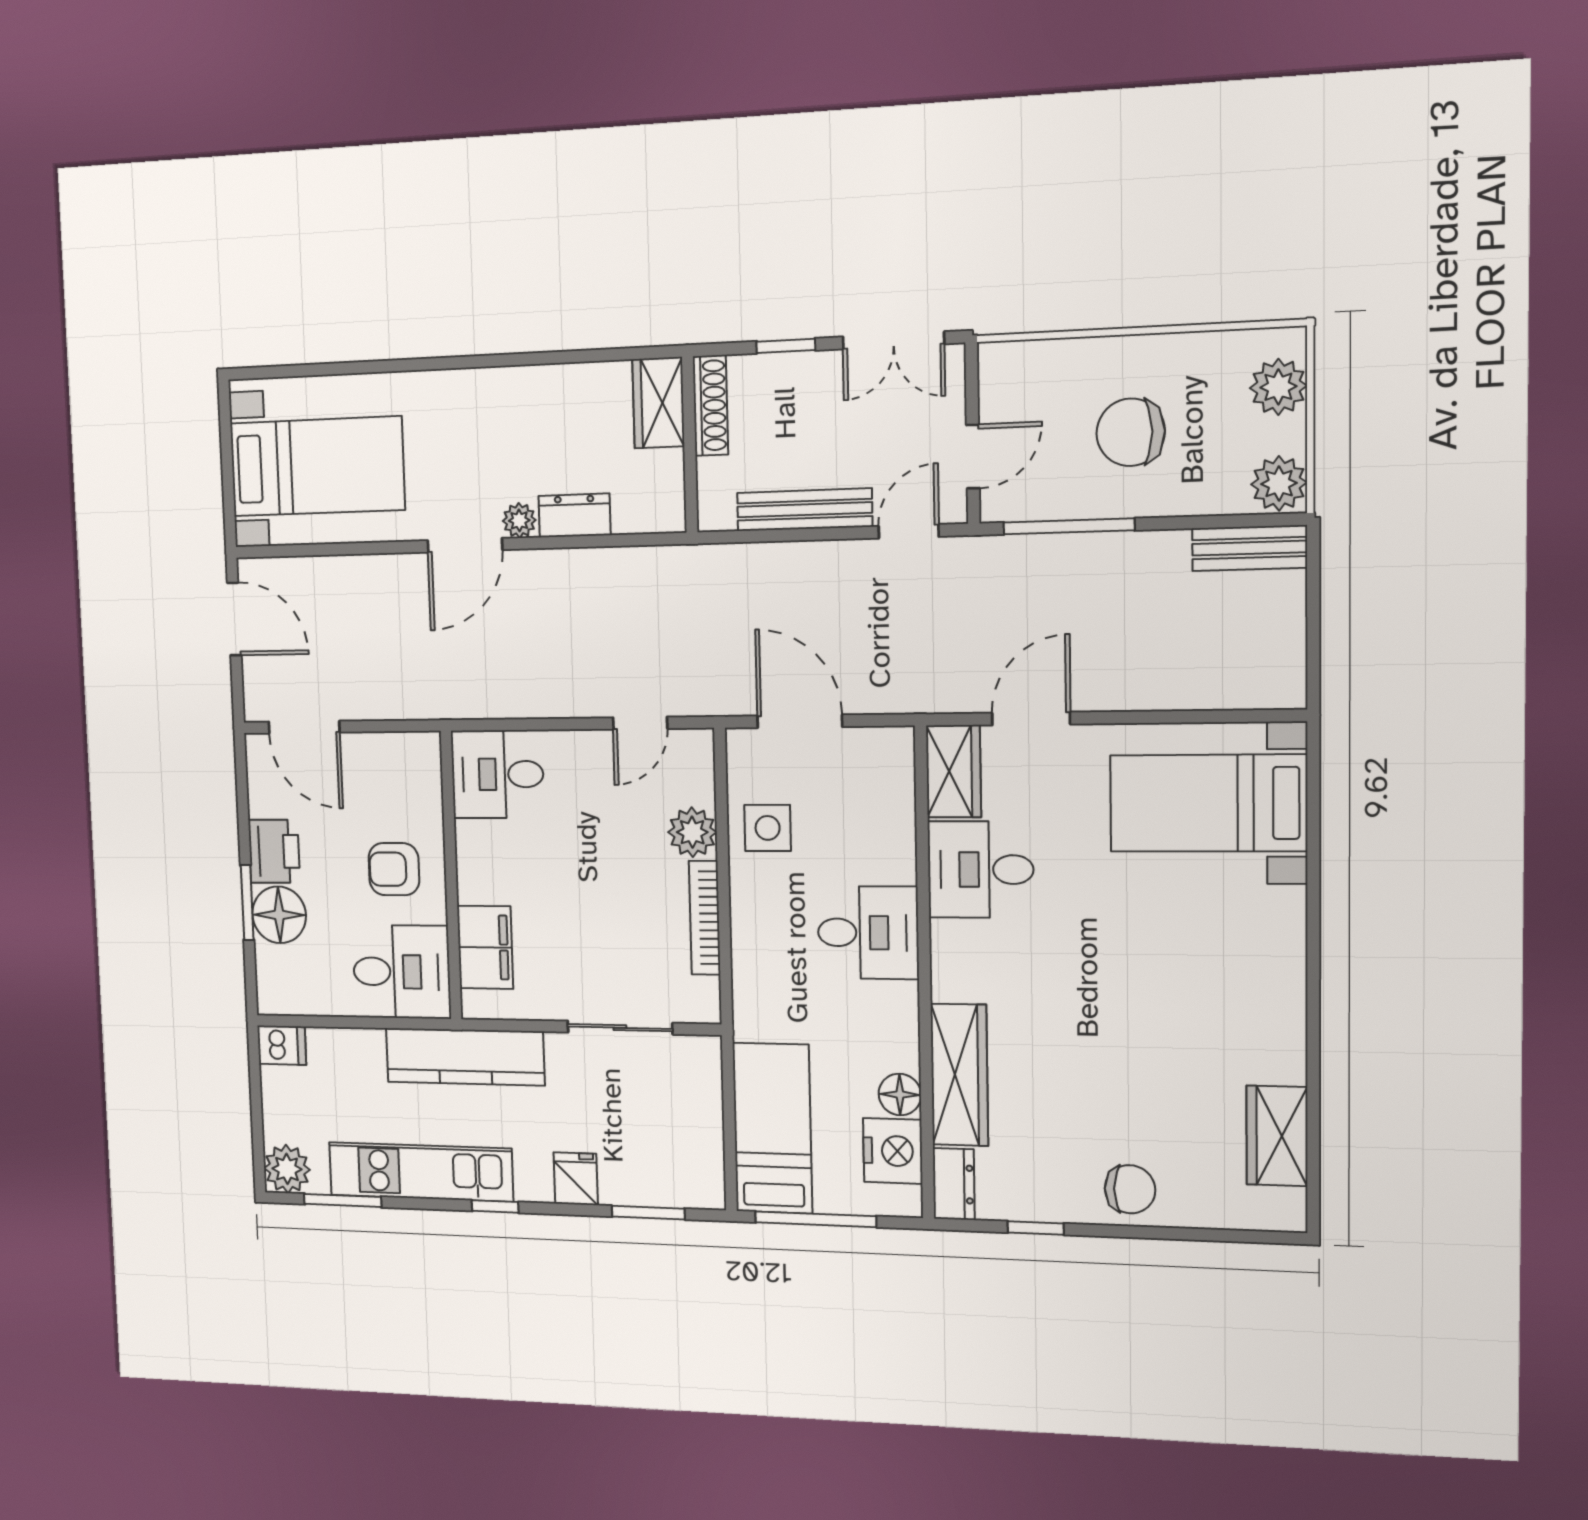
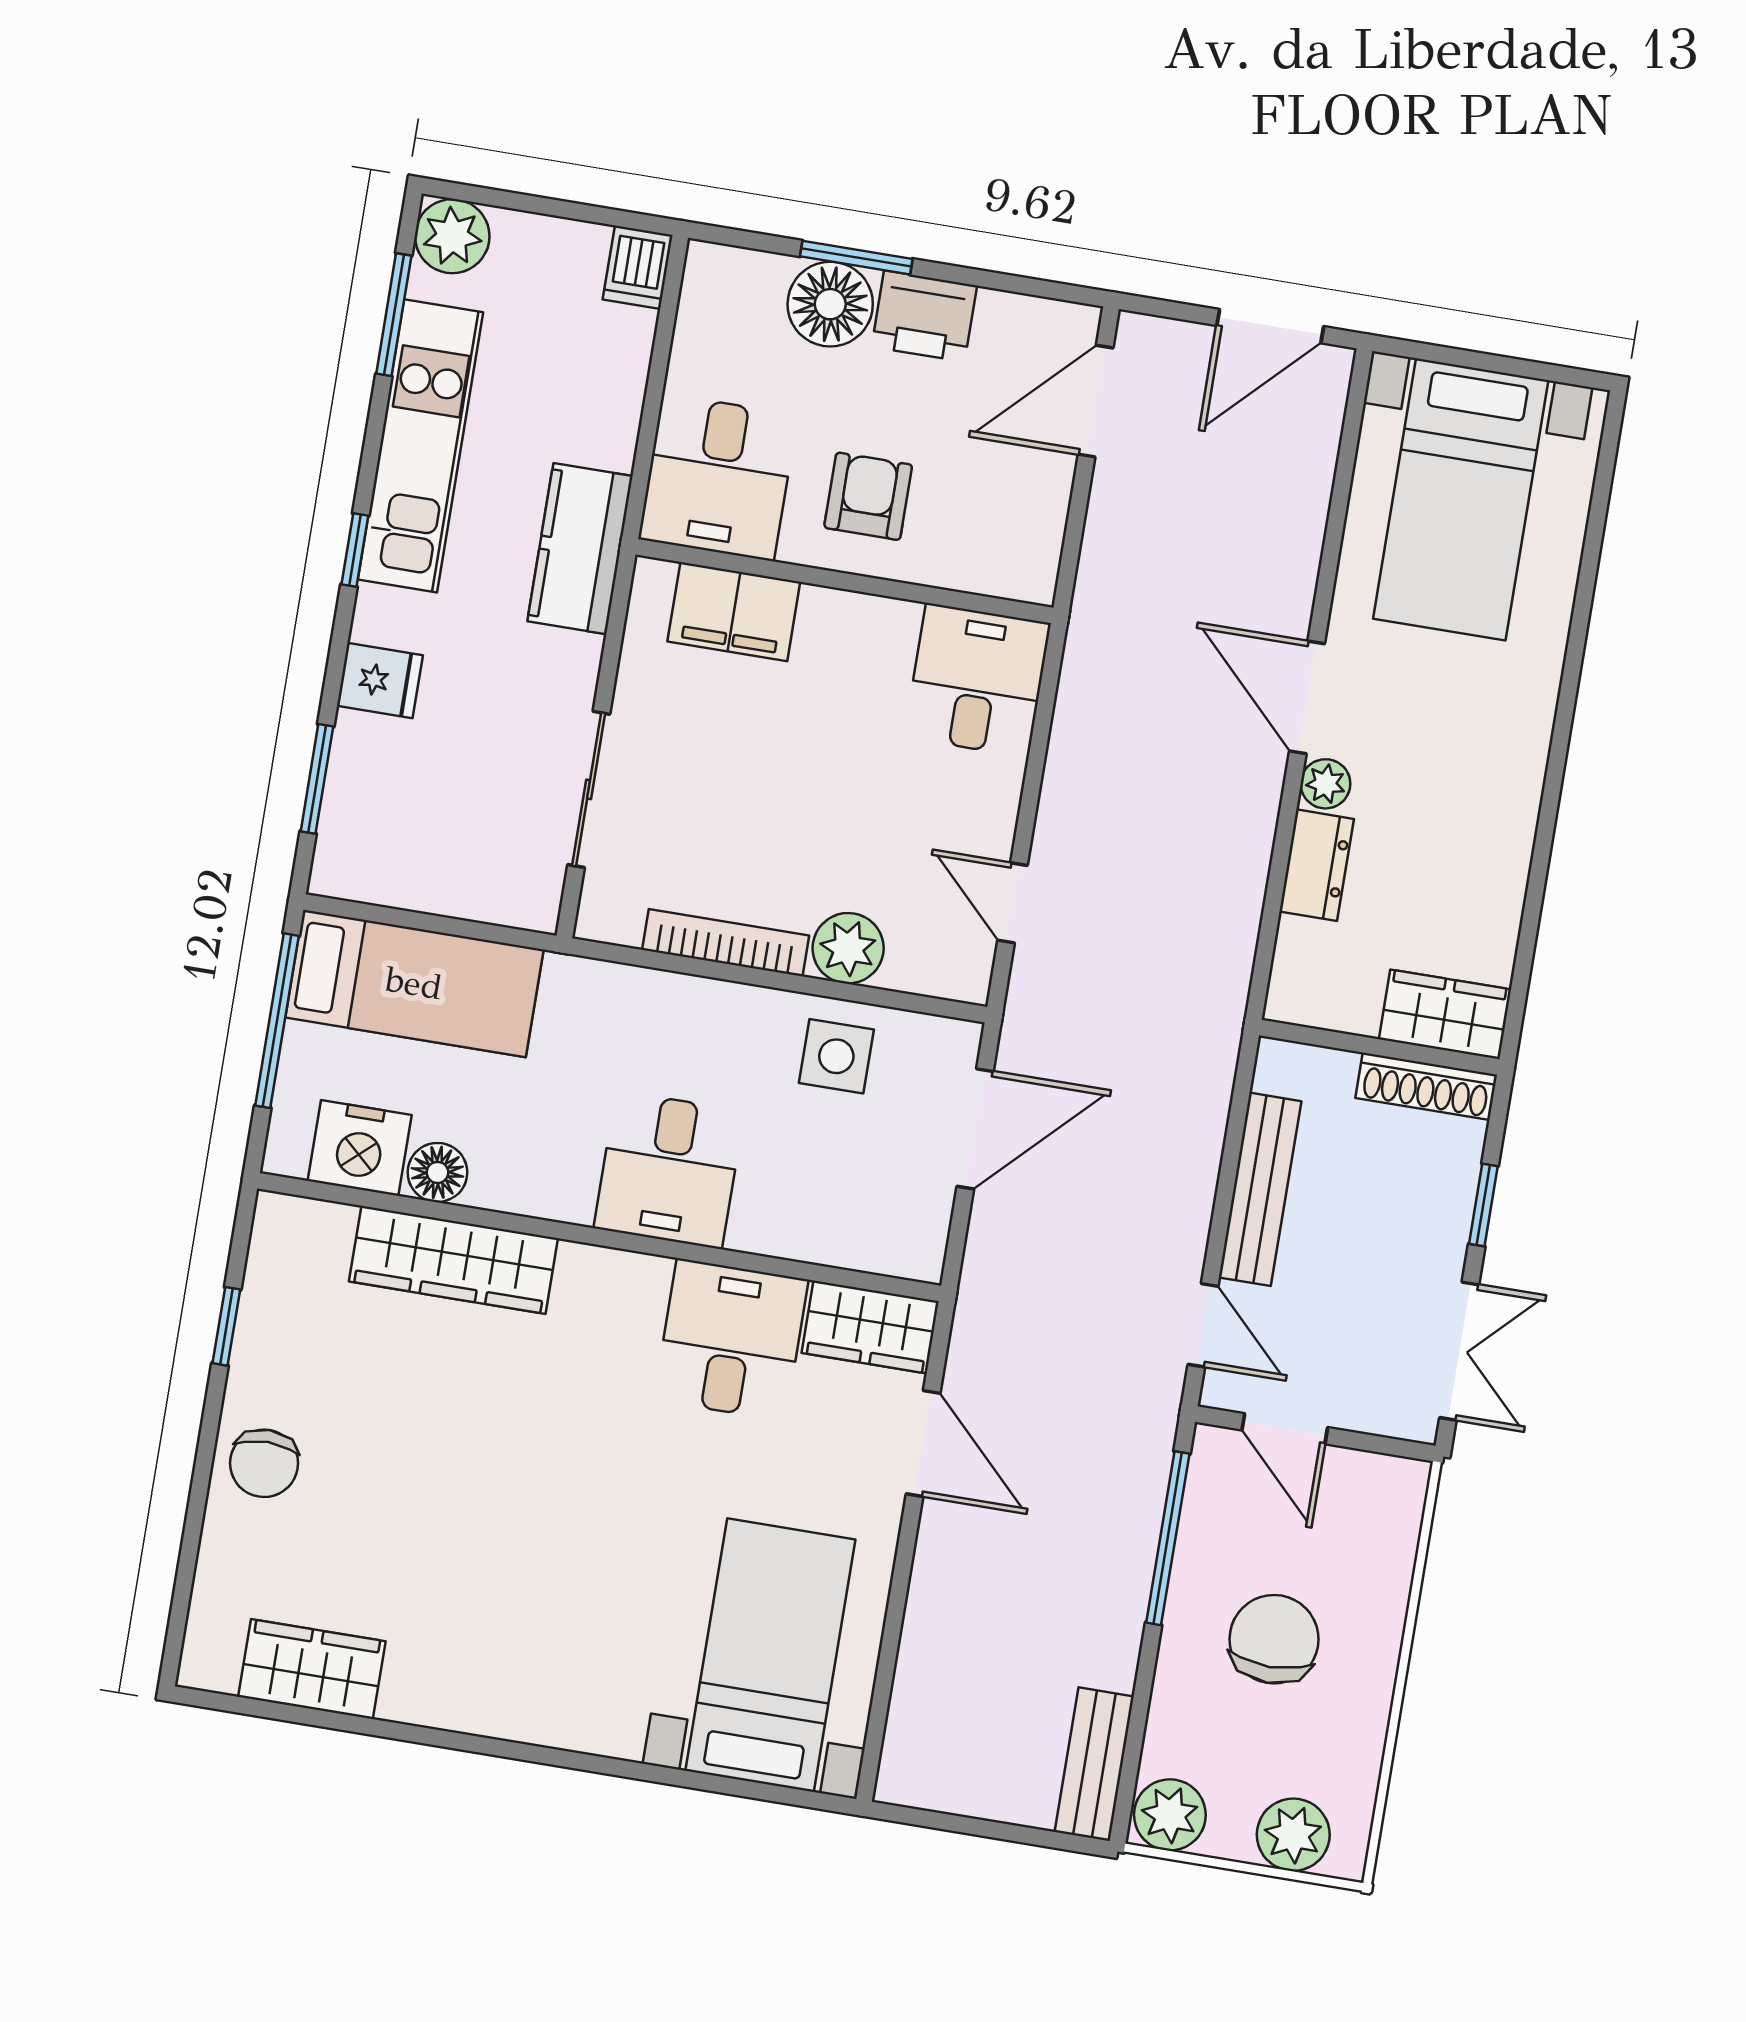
double door: (893, 340) -> (1459, 1351), swing flipped
kitchen counter: (465, 1057) -> (580, 549), width x0.67
dresser: (954, 1184) -> (302, 1224), removed

